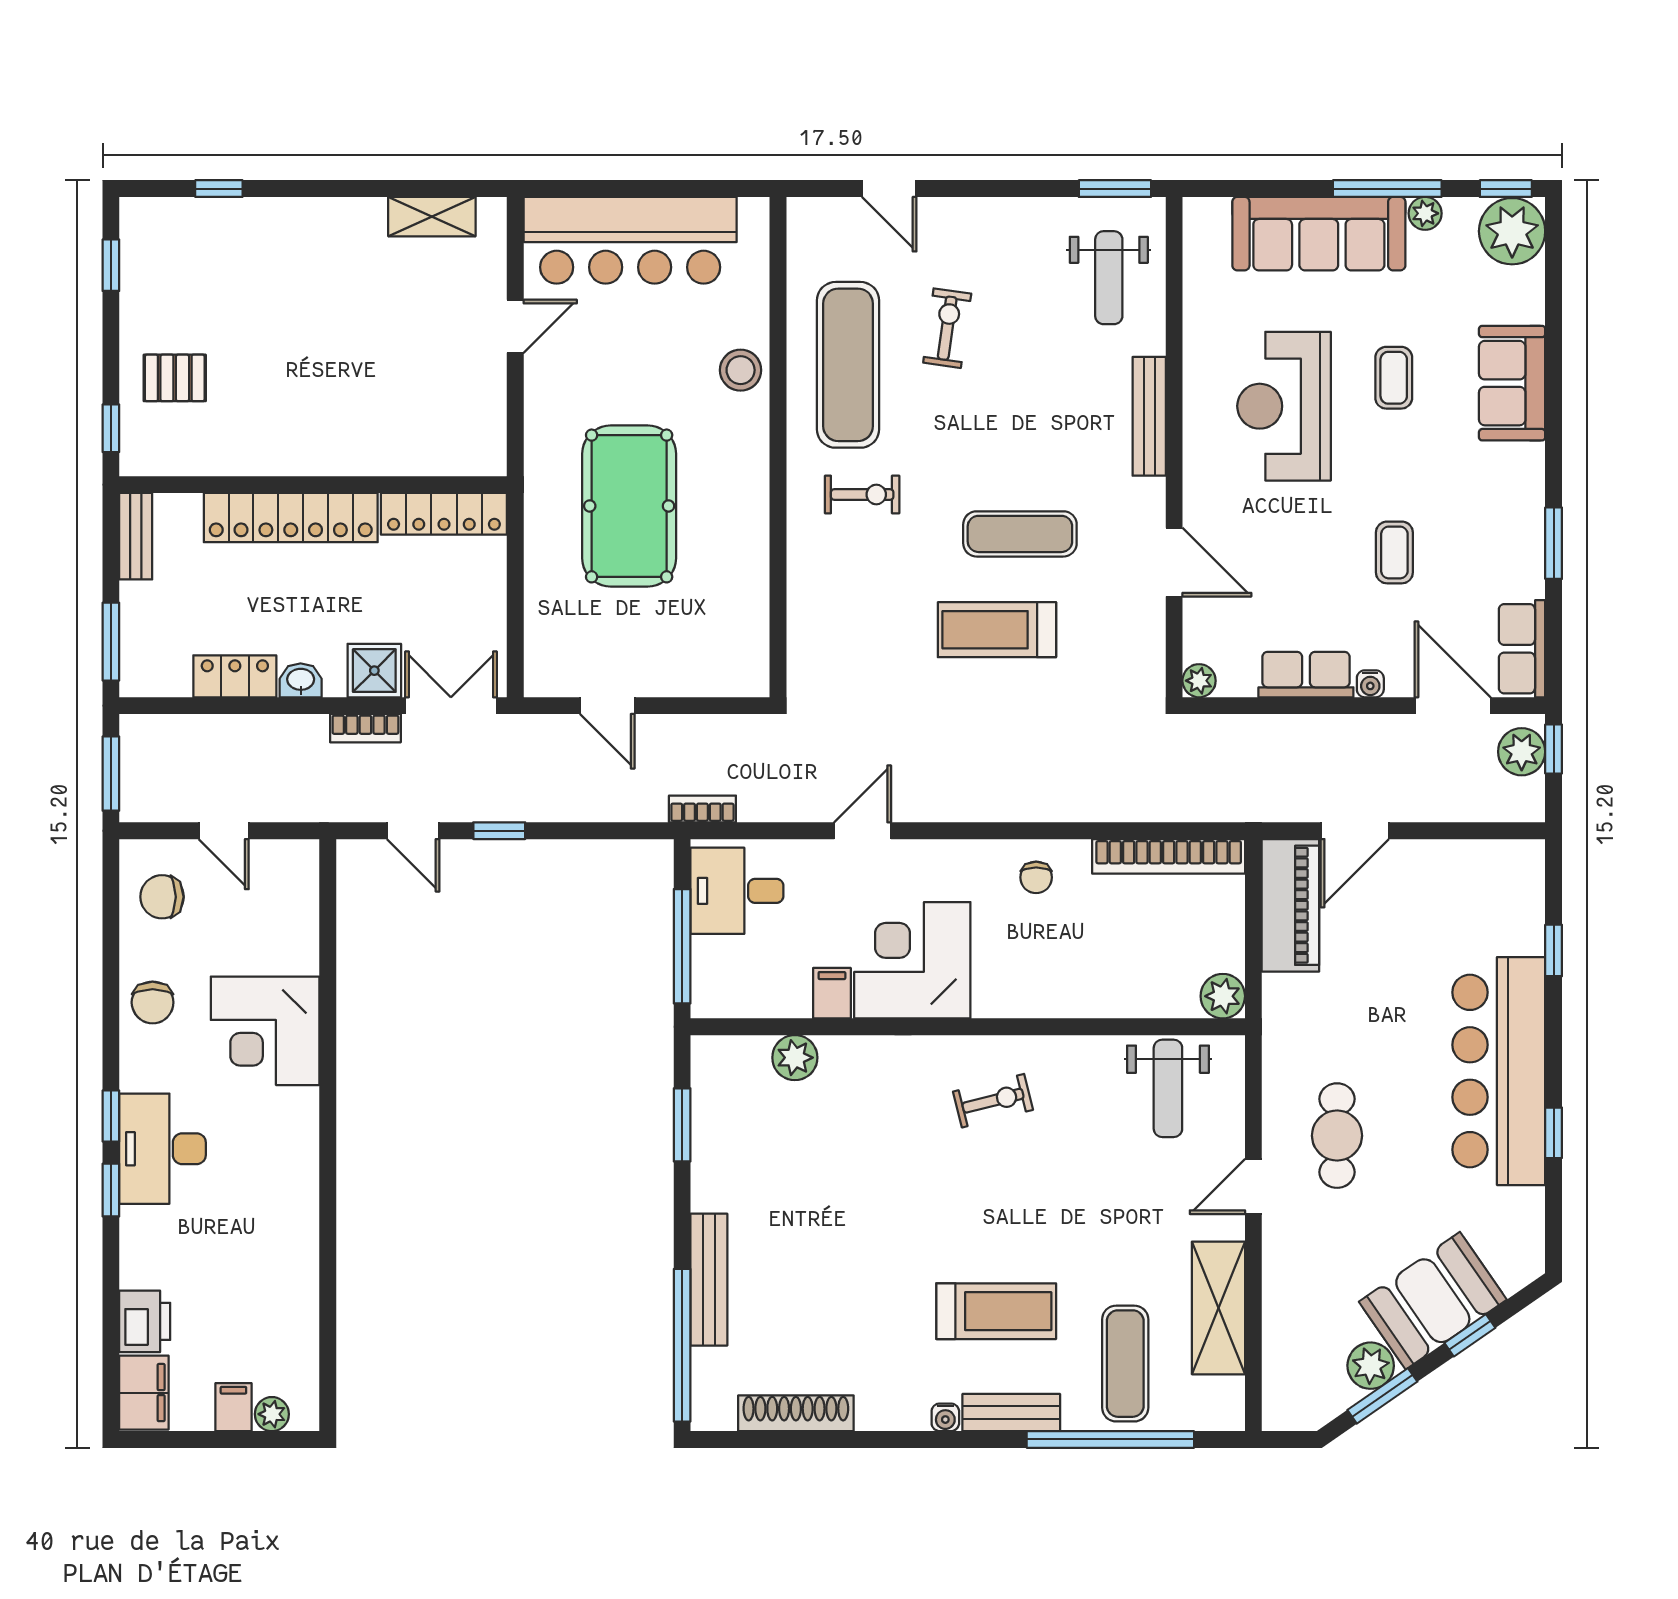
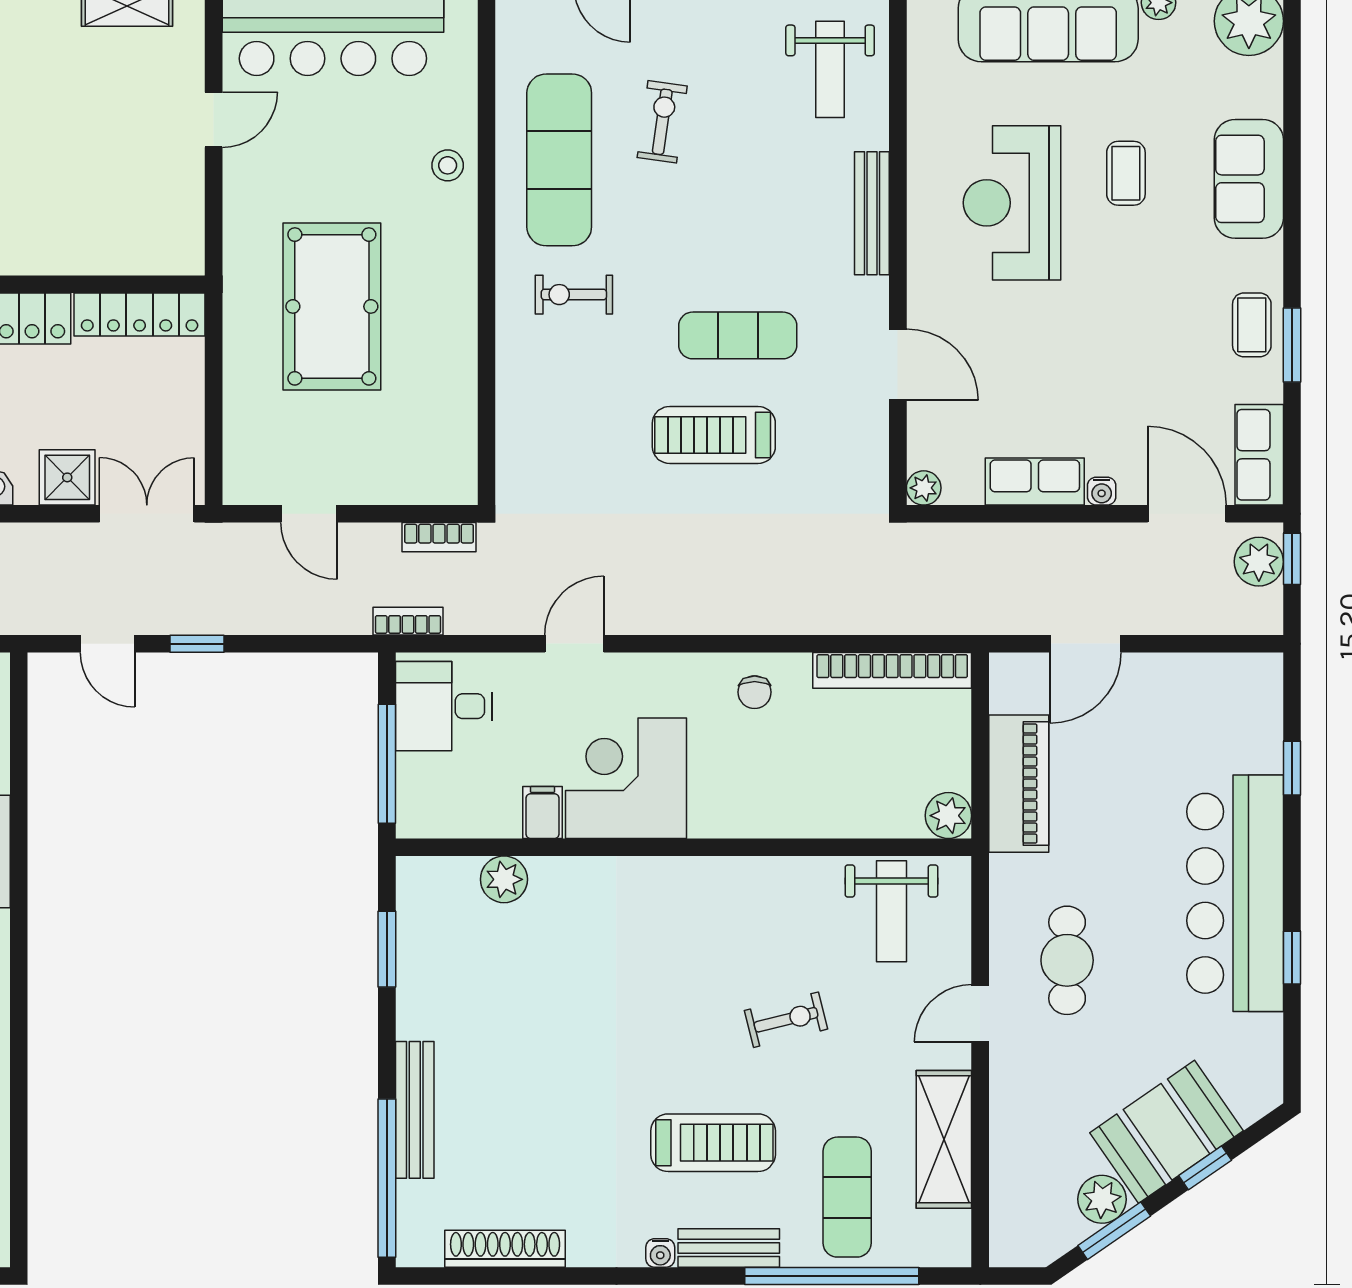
stool: (741, 370) -> (448, 165), width x0.73, depth x0.73
exercise bike: (862, 494) -> (574, 295), turned 180
coffee table: (1394, 552) -> (1252, 325), moved
bookcase: (365, 728) -> (439, 537), moved
piano: (1290, 905) -> (1019, 784), moved
exercise bike: (993, 1101) -> (786, 1020), moved

